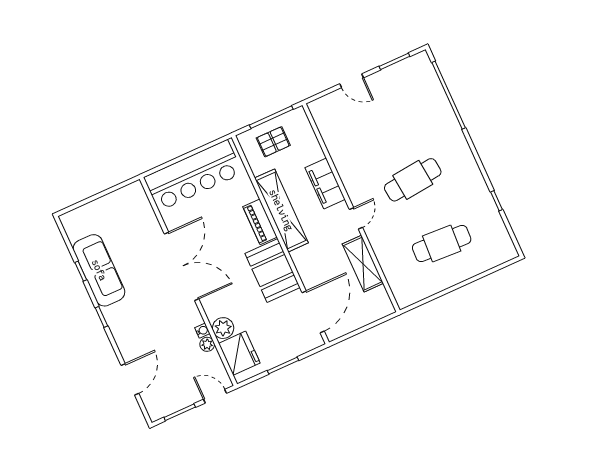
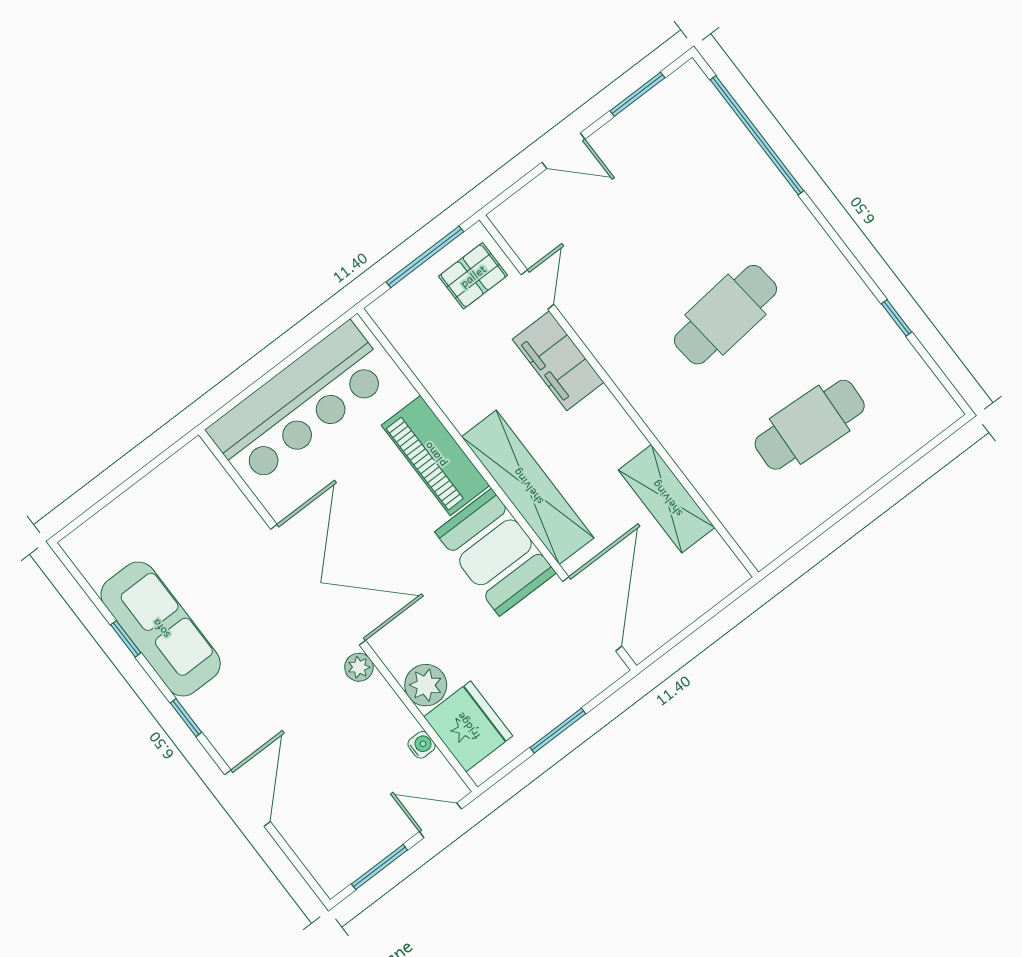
pallet: (273, 142) -> (473, 276), moved
shelving: (281, 210) -> (528, 487), moved
door: (356, 218) -> (538, 290), moved
piano: (260, 222) -> (435, 455), width x1.37, depth x1.33
water cooler: (202, 331) -> (422, 745), moved
plant: (207, 344) -> (359, 667), moved
door: (130, 379) -> (248, 798), moved

